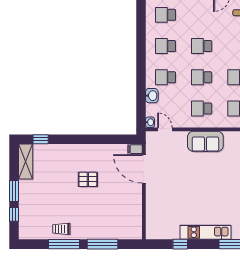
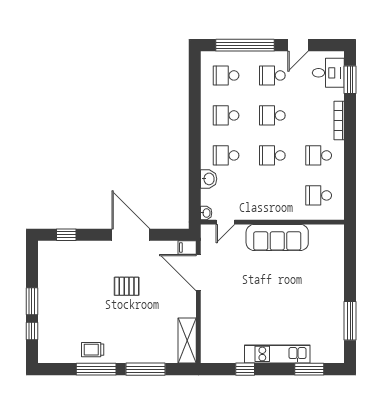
school desk: (202, 109) -> (272, 75), moved
door: (165, 129) -> (225, 222), swing flipped
door: (91, 139) -> (131, 235), added
sofa: (205, 141) -> (277, 237), width x1.36
shelving: (26, 162) -> (187, 340), moved

